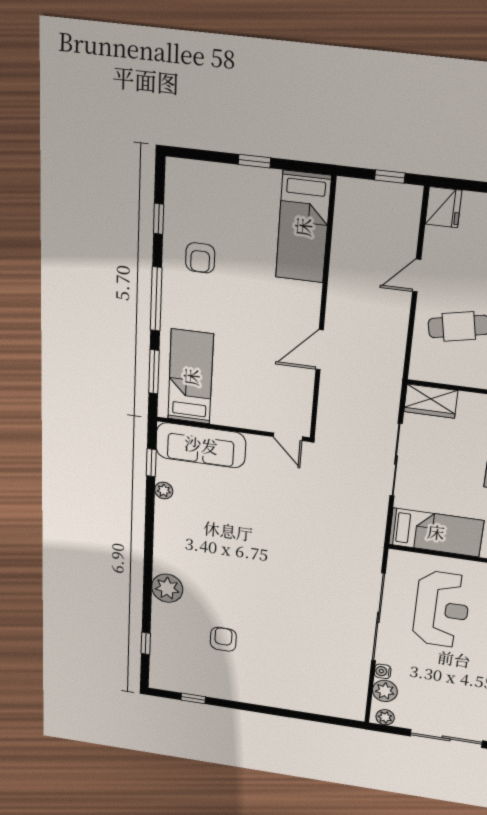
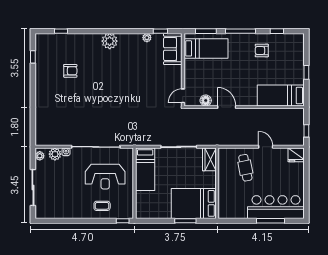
floor lamp: (302, 392) -> (206, 100), added
sofa: (201, 445) -> (173, 49), width x0.73
plant: (167, 588) -> (110, 41), moved

